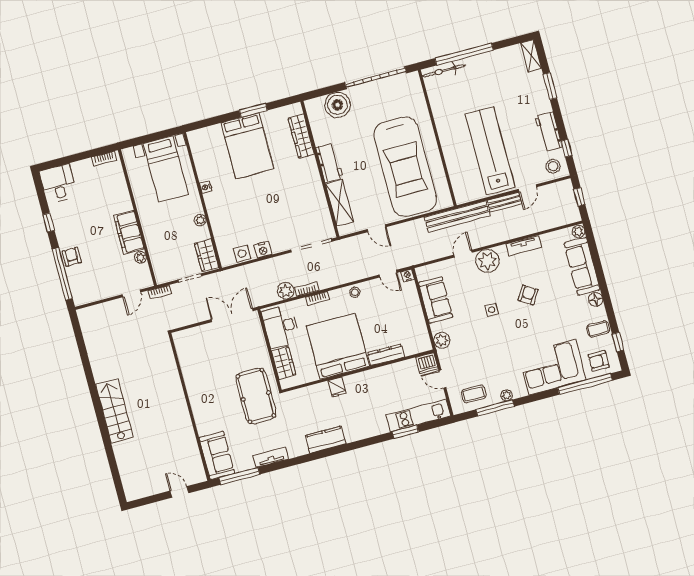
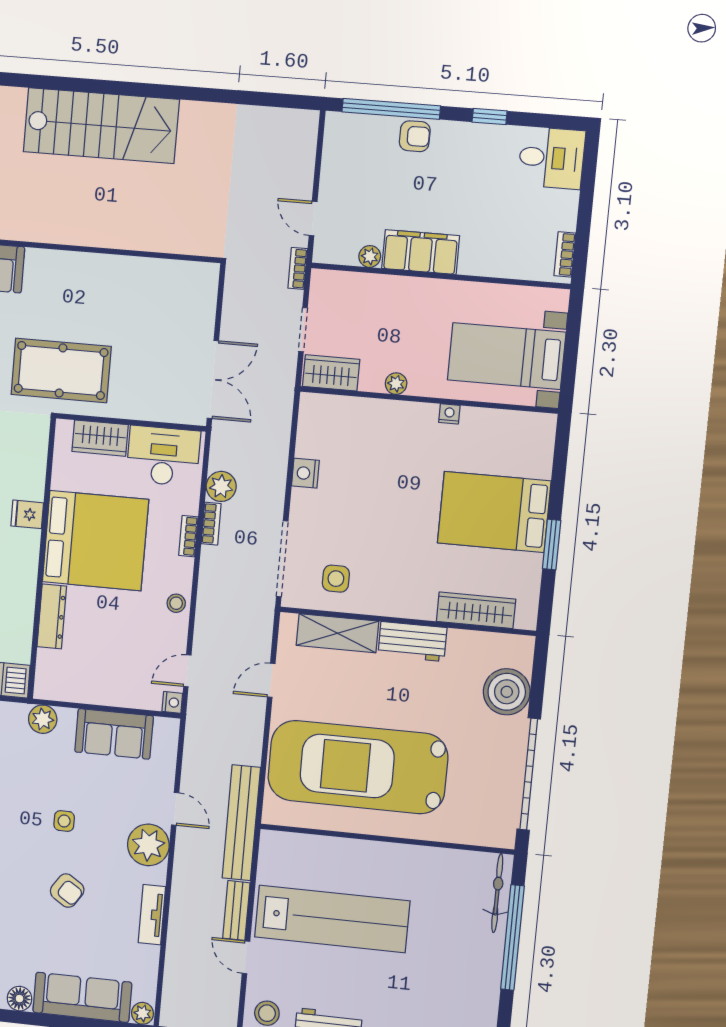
side table: (242, 254) -> (336, 579), moved
stairs: (114, 411) -> (101, 126), width x1.36, depth x1.51

